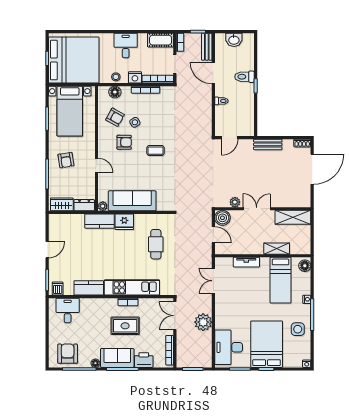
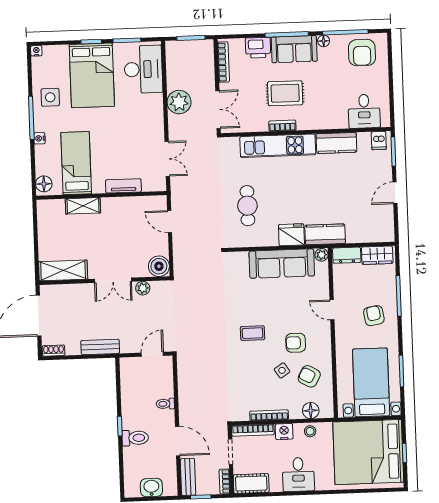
plant: (235, 202) -> (143, 288), moved
double door: (257, 209) -> (113, 280), moved
wall: (263, 209) -> (105, 281), moved
shelving: (293, 217) -> (63, 270), moved
boiler: (222, 218) -> (159, 266), moved

